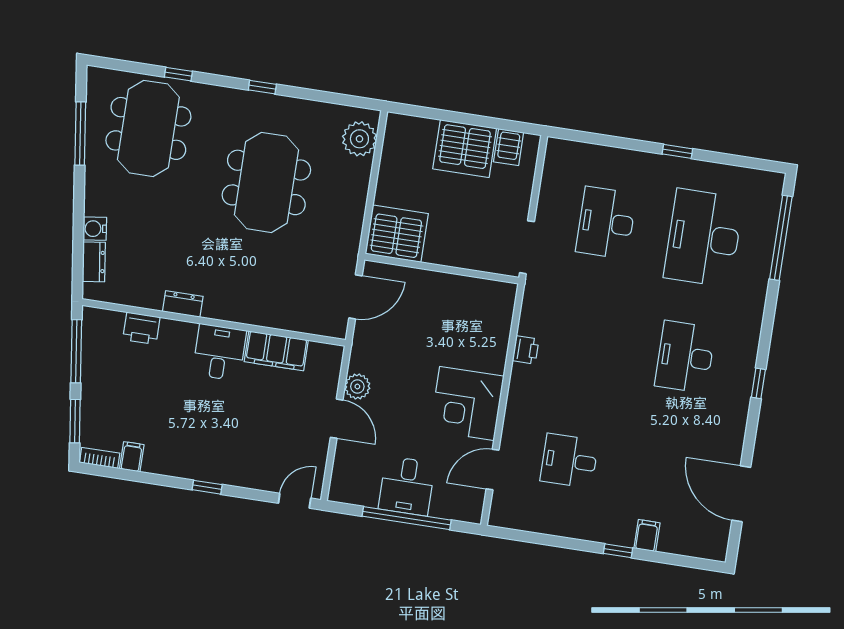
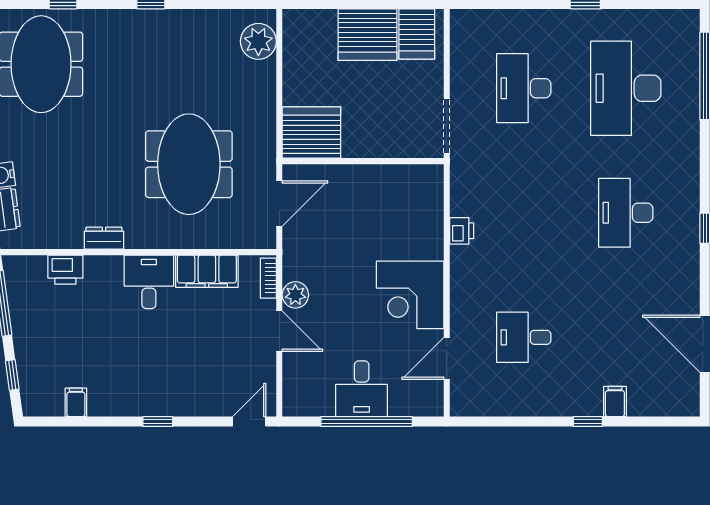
server rack: (509, 147) -> (417, 34), width x1.36, depth x1.44
meeting table: (266, 182) -> (189, 164), moved
window: (75, 421) -> (12, 375), width x0.67
bookcase: (100, 458) -> (268, 278), moved, turned -90

